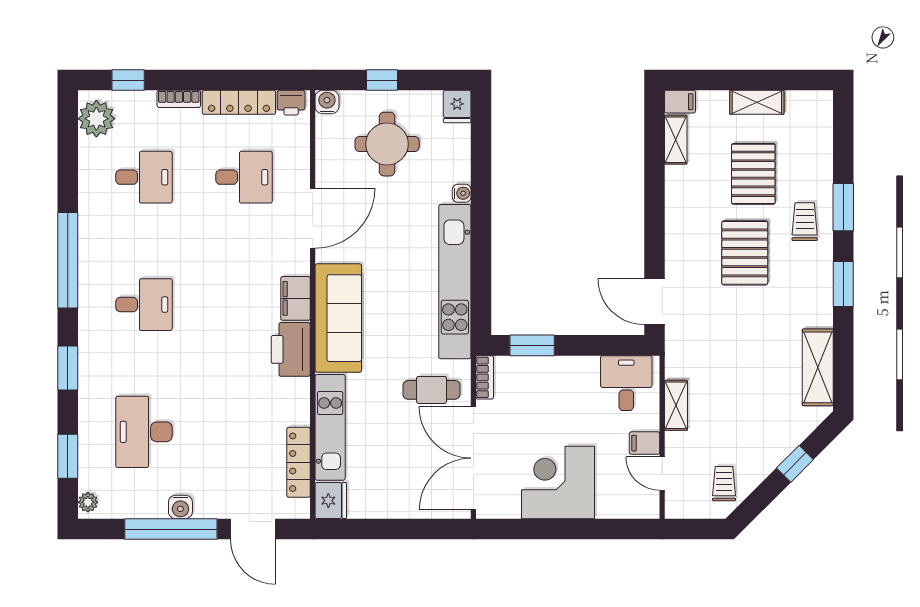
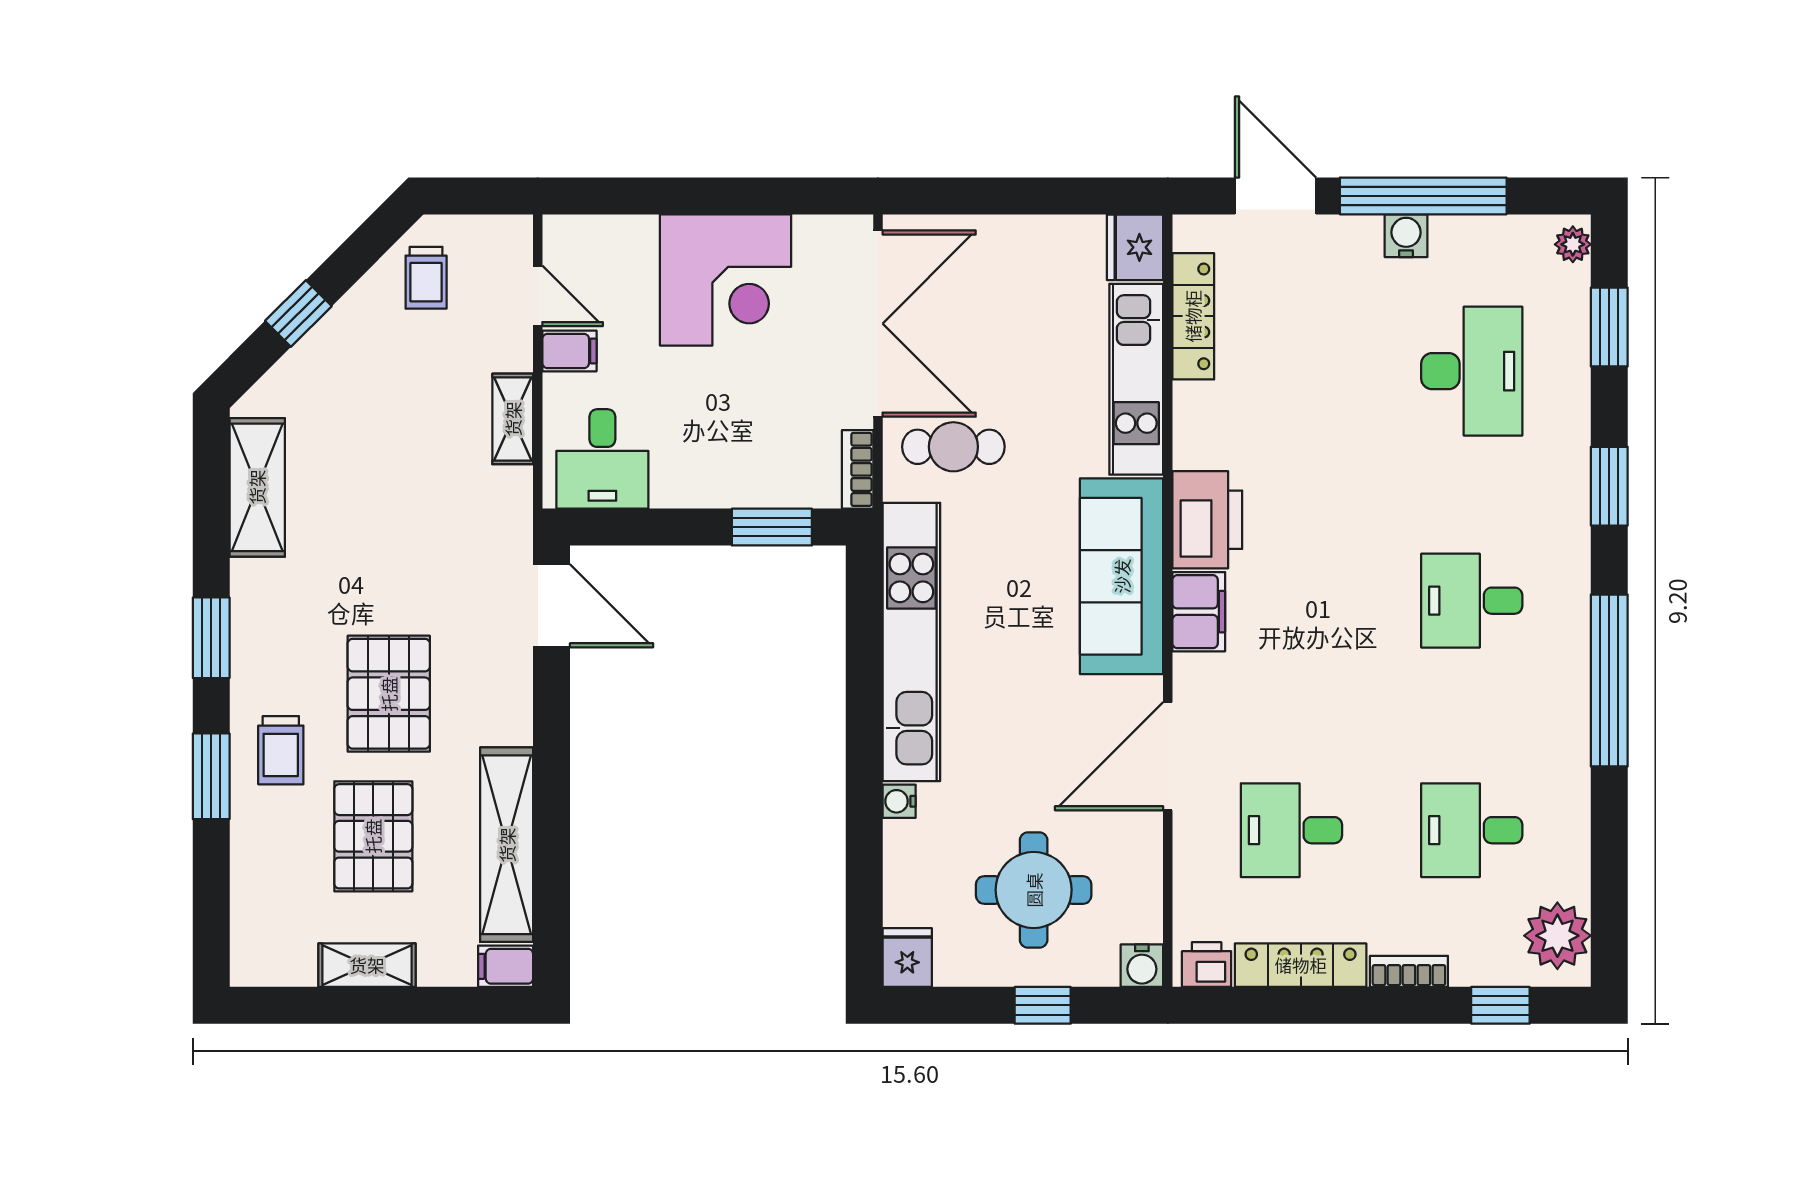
shelving: (676, 140) -> (507, 845), width x2.20, depth x1.33

